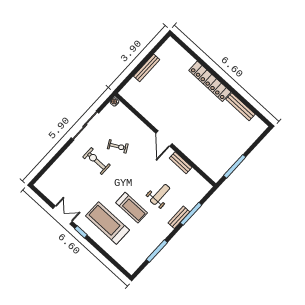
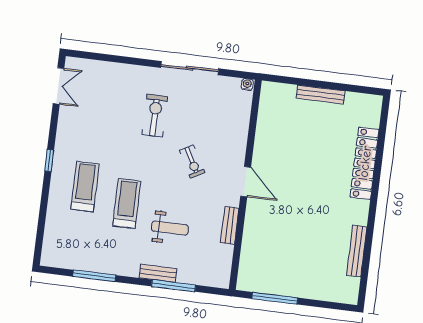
locker: (210, 81) -> (365, 163), moved
door: (164, 138) -> (246, 182), swing flipped
exercise bike: (118, 146) -> (192, 161), moved
treadmill: (132, 208) -> (127, 203), turned 180
double door: (63, 215) -> (59, 86), moved
treadmill: (108, 223) -> (85, 187), width x0.73, depth x0.73

